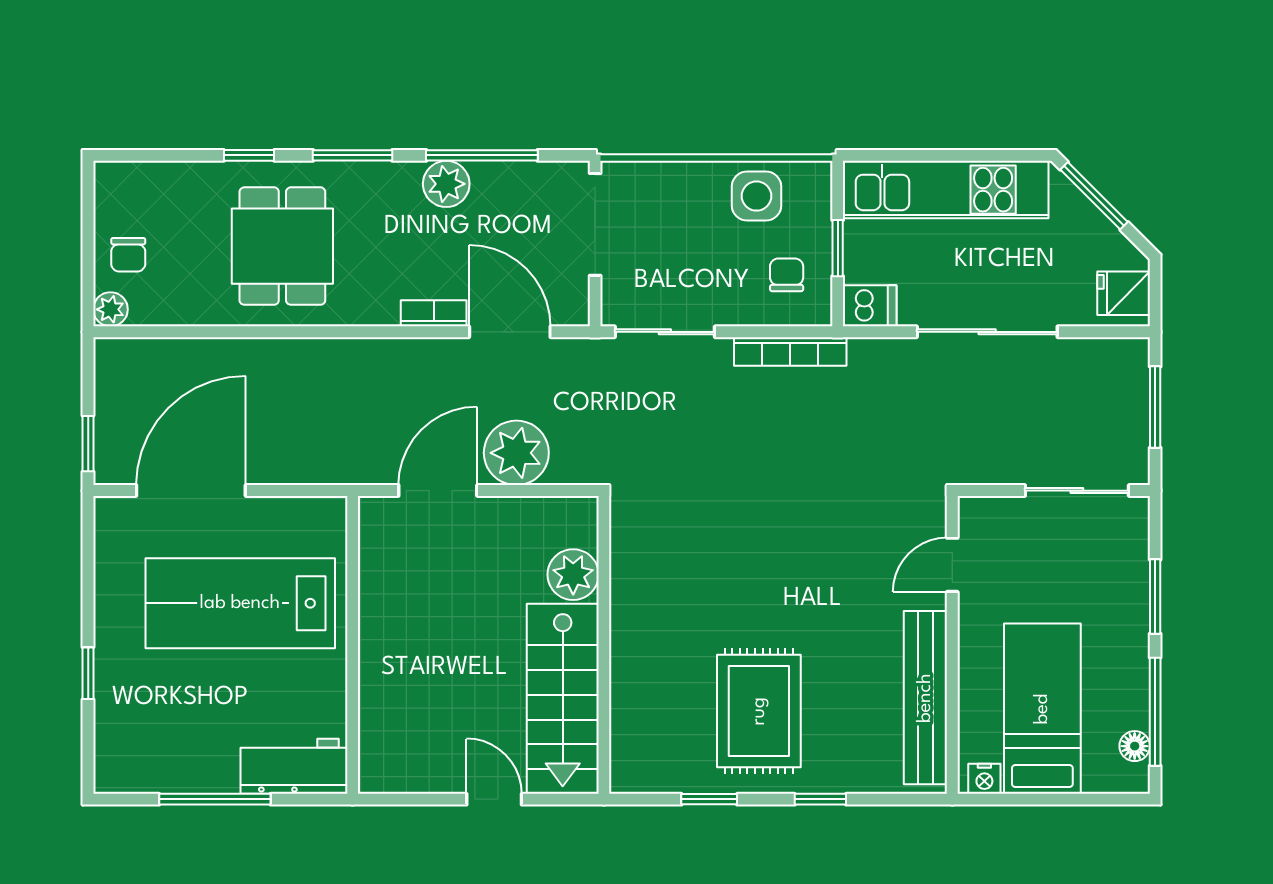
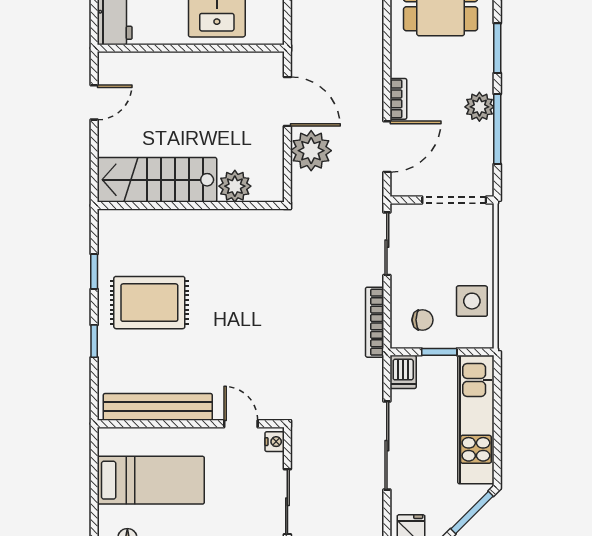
nightstand: (984, 779) -> (275, 442), moved, turned 180
door: (494, 799) -> (94, 102), moved

